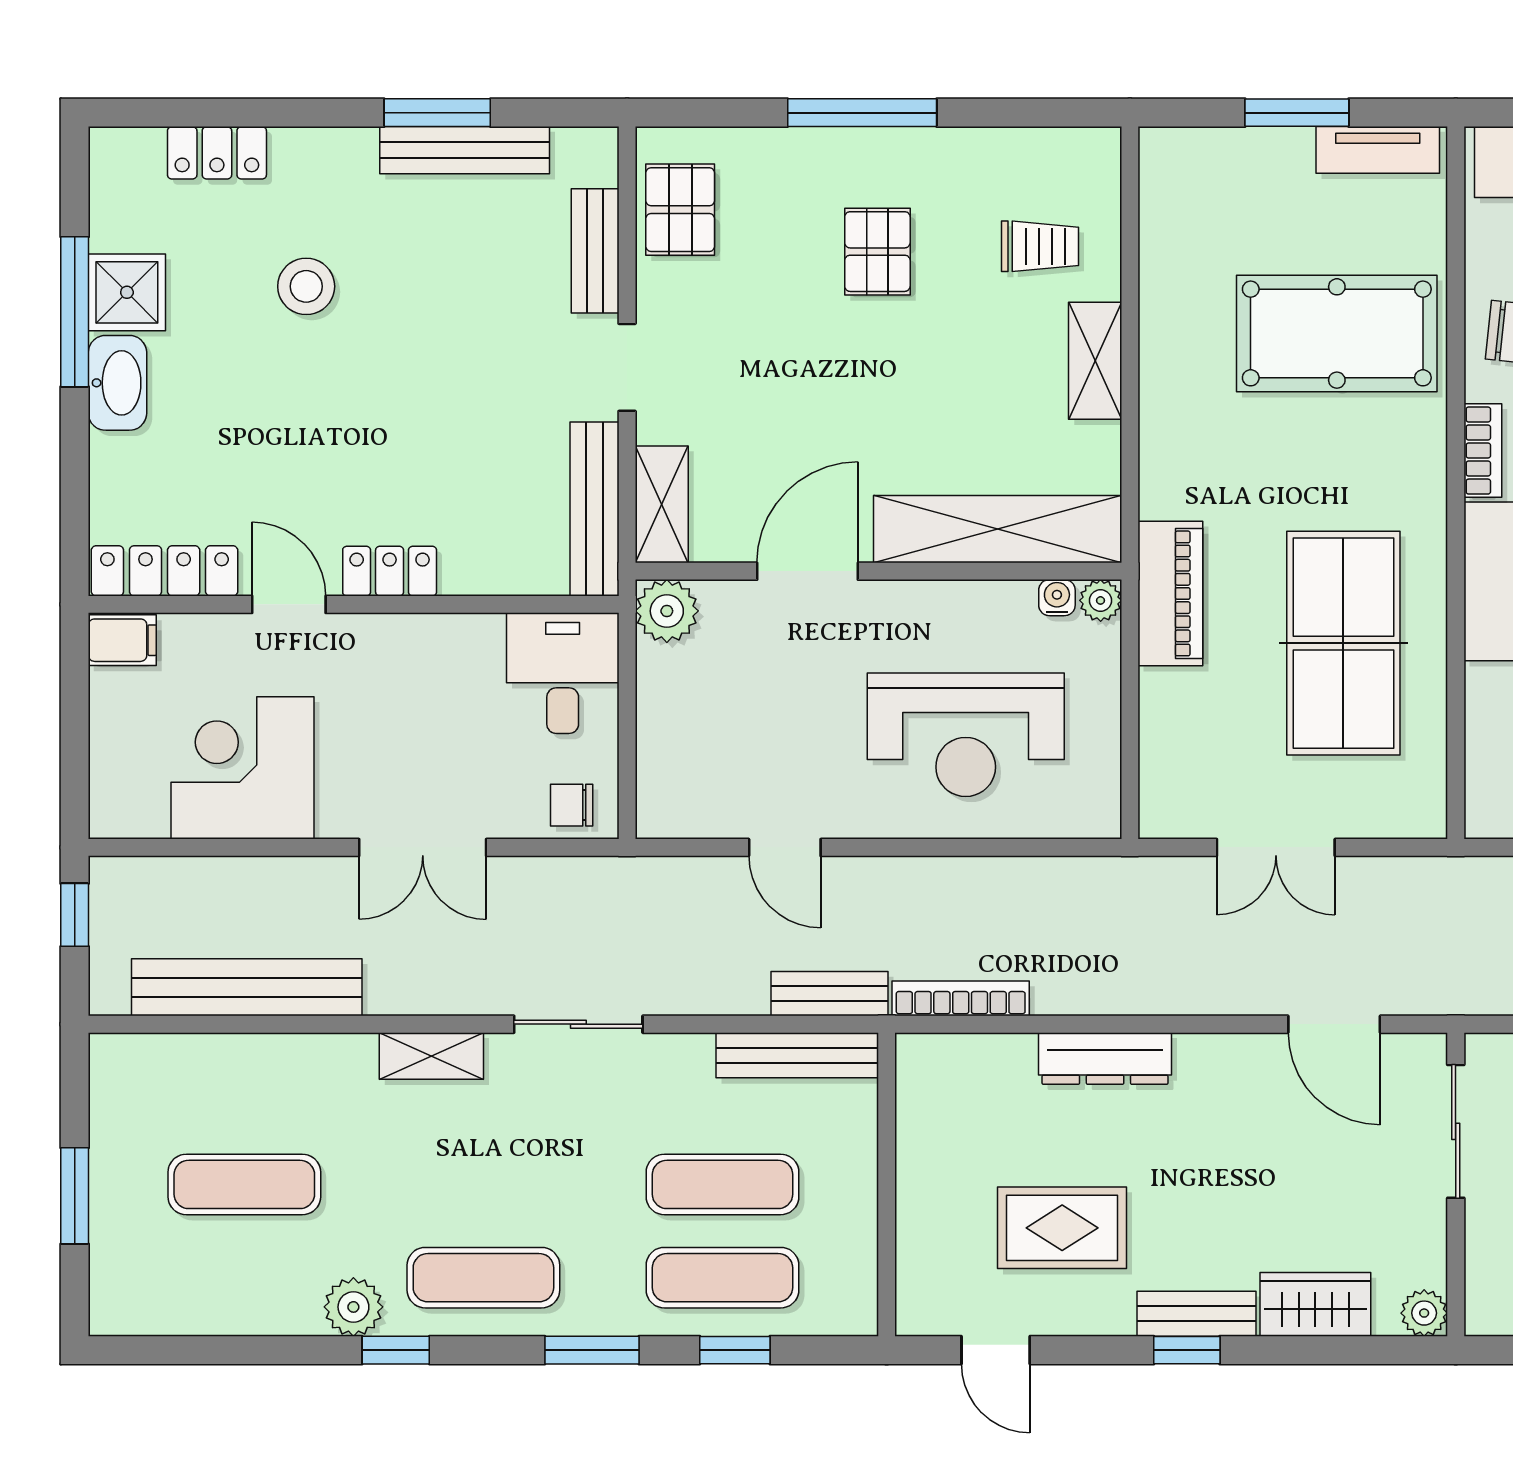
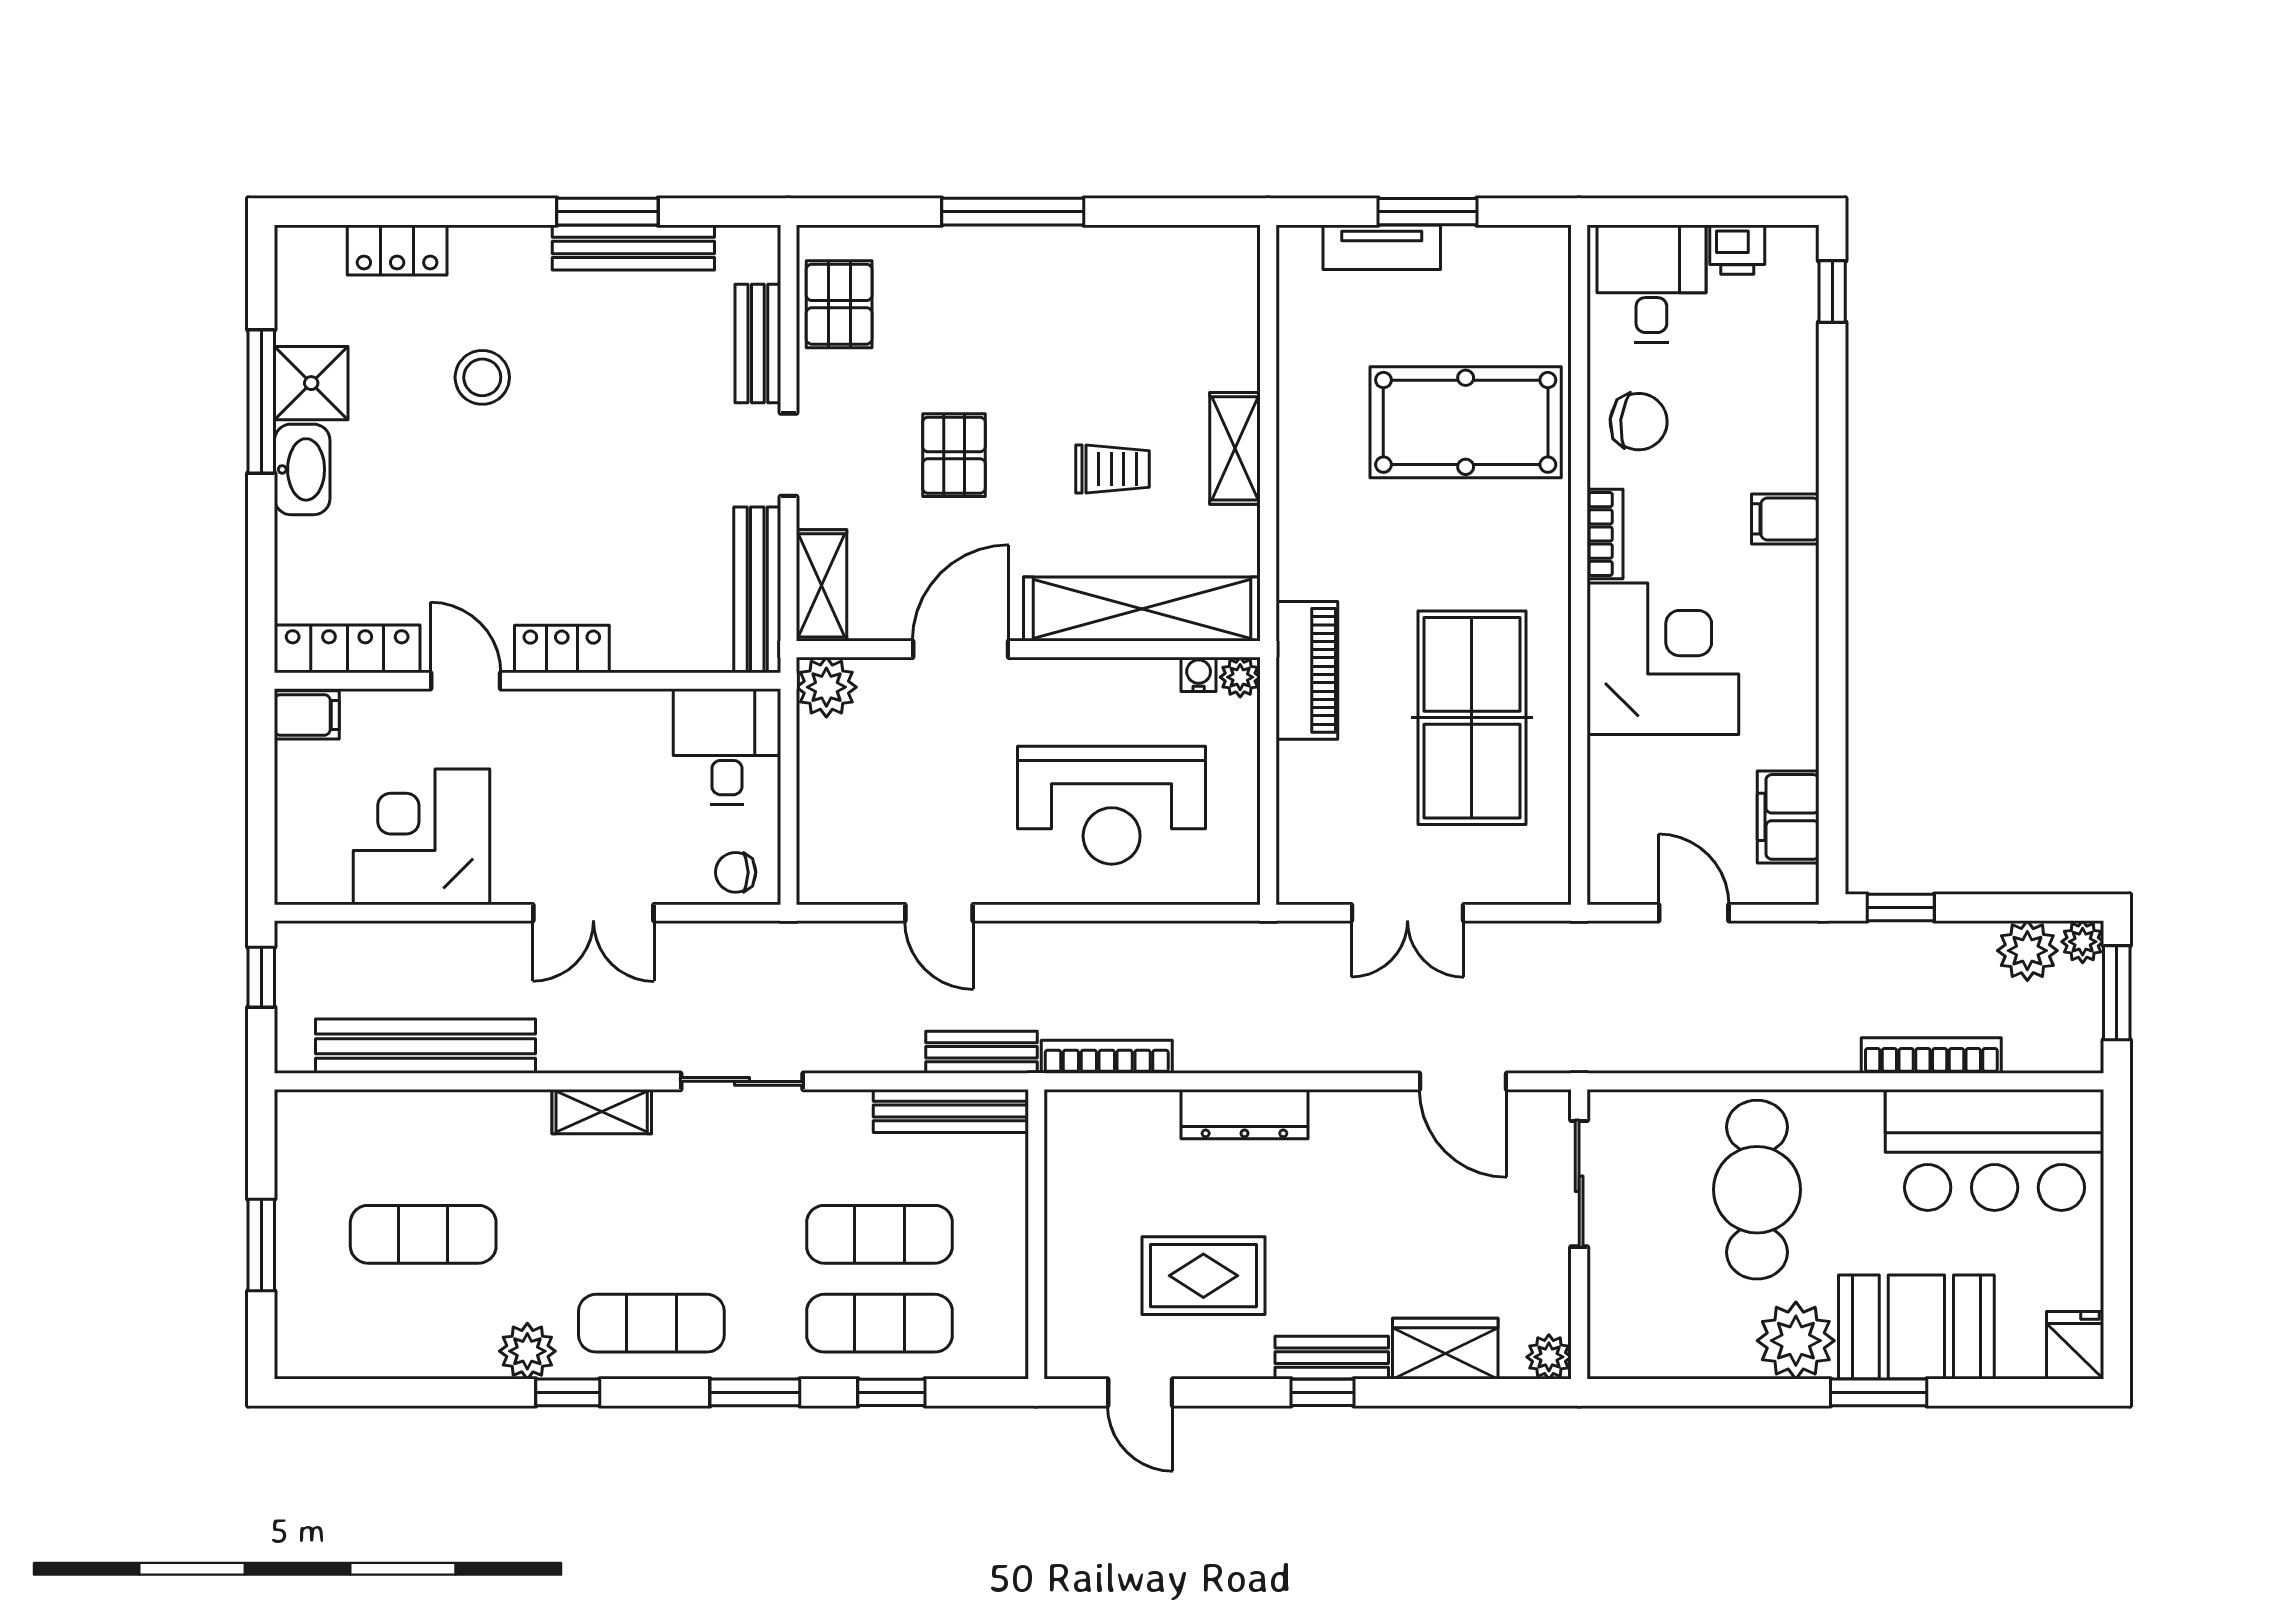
tv unit: (1378, 150) -> (1382, 247), moved
trolley: (1040, 246) -> (1113, 469), moved
pallet: (877, 252) -> (954, 455), moved

